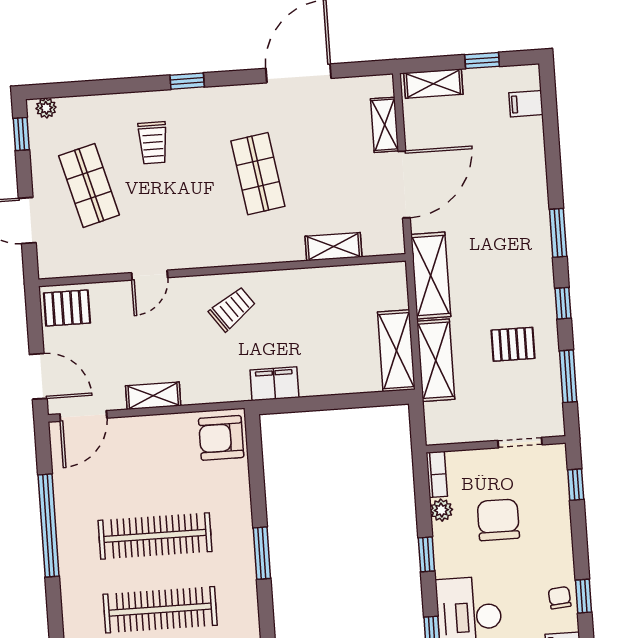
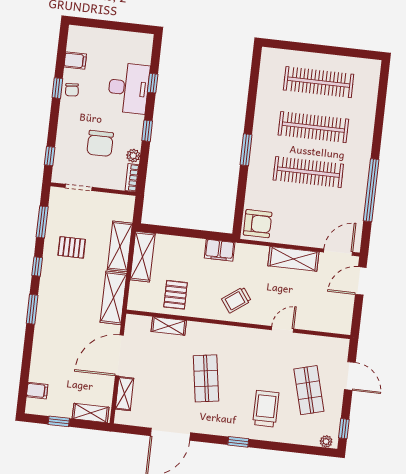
trolley: (153, 143) -> (266, 409), width x1.36, depth x1.39
pallet: (67, 308) -> (176, 295), moved, turned 90
door: (38, 376) -> (361, 281), hinge flipped
shelving: (153, 396) -> (293, 259), width x1.50, depth x1.33

